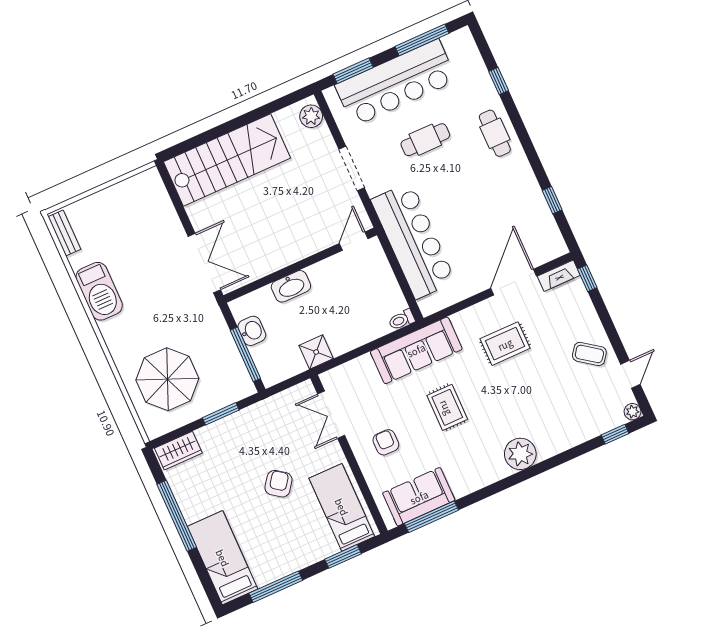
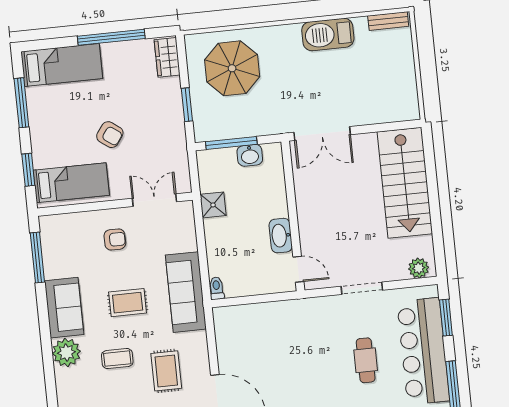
bar counter: (413, 241) -> (282, 321), removed
washbasin: (291, 286) -> (281, 236), moved
coffee table: (509, 399) -> (117, 359), added
sofa: (419, 497) -> (64, 308), moved

